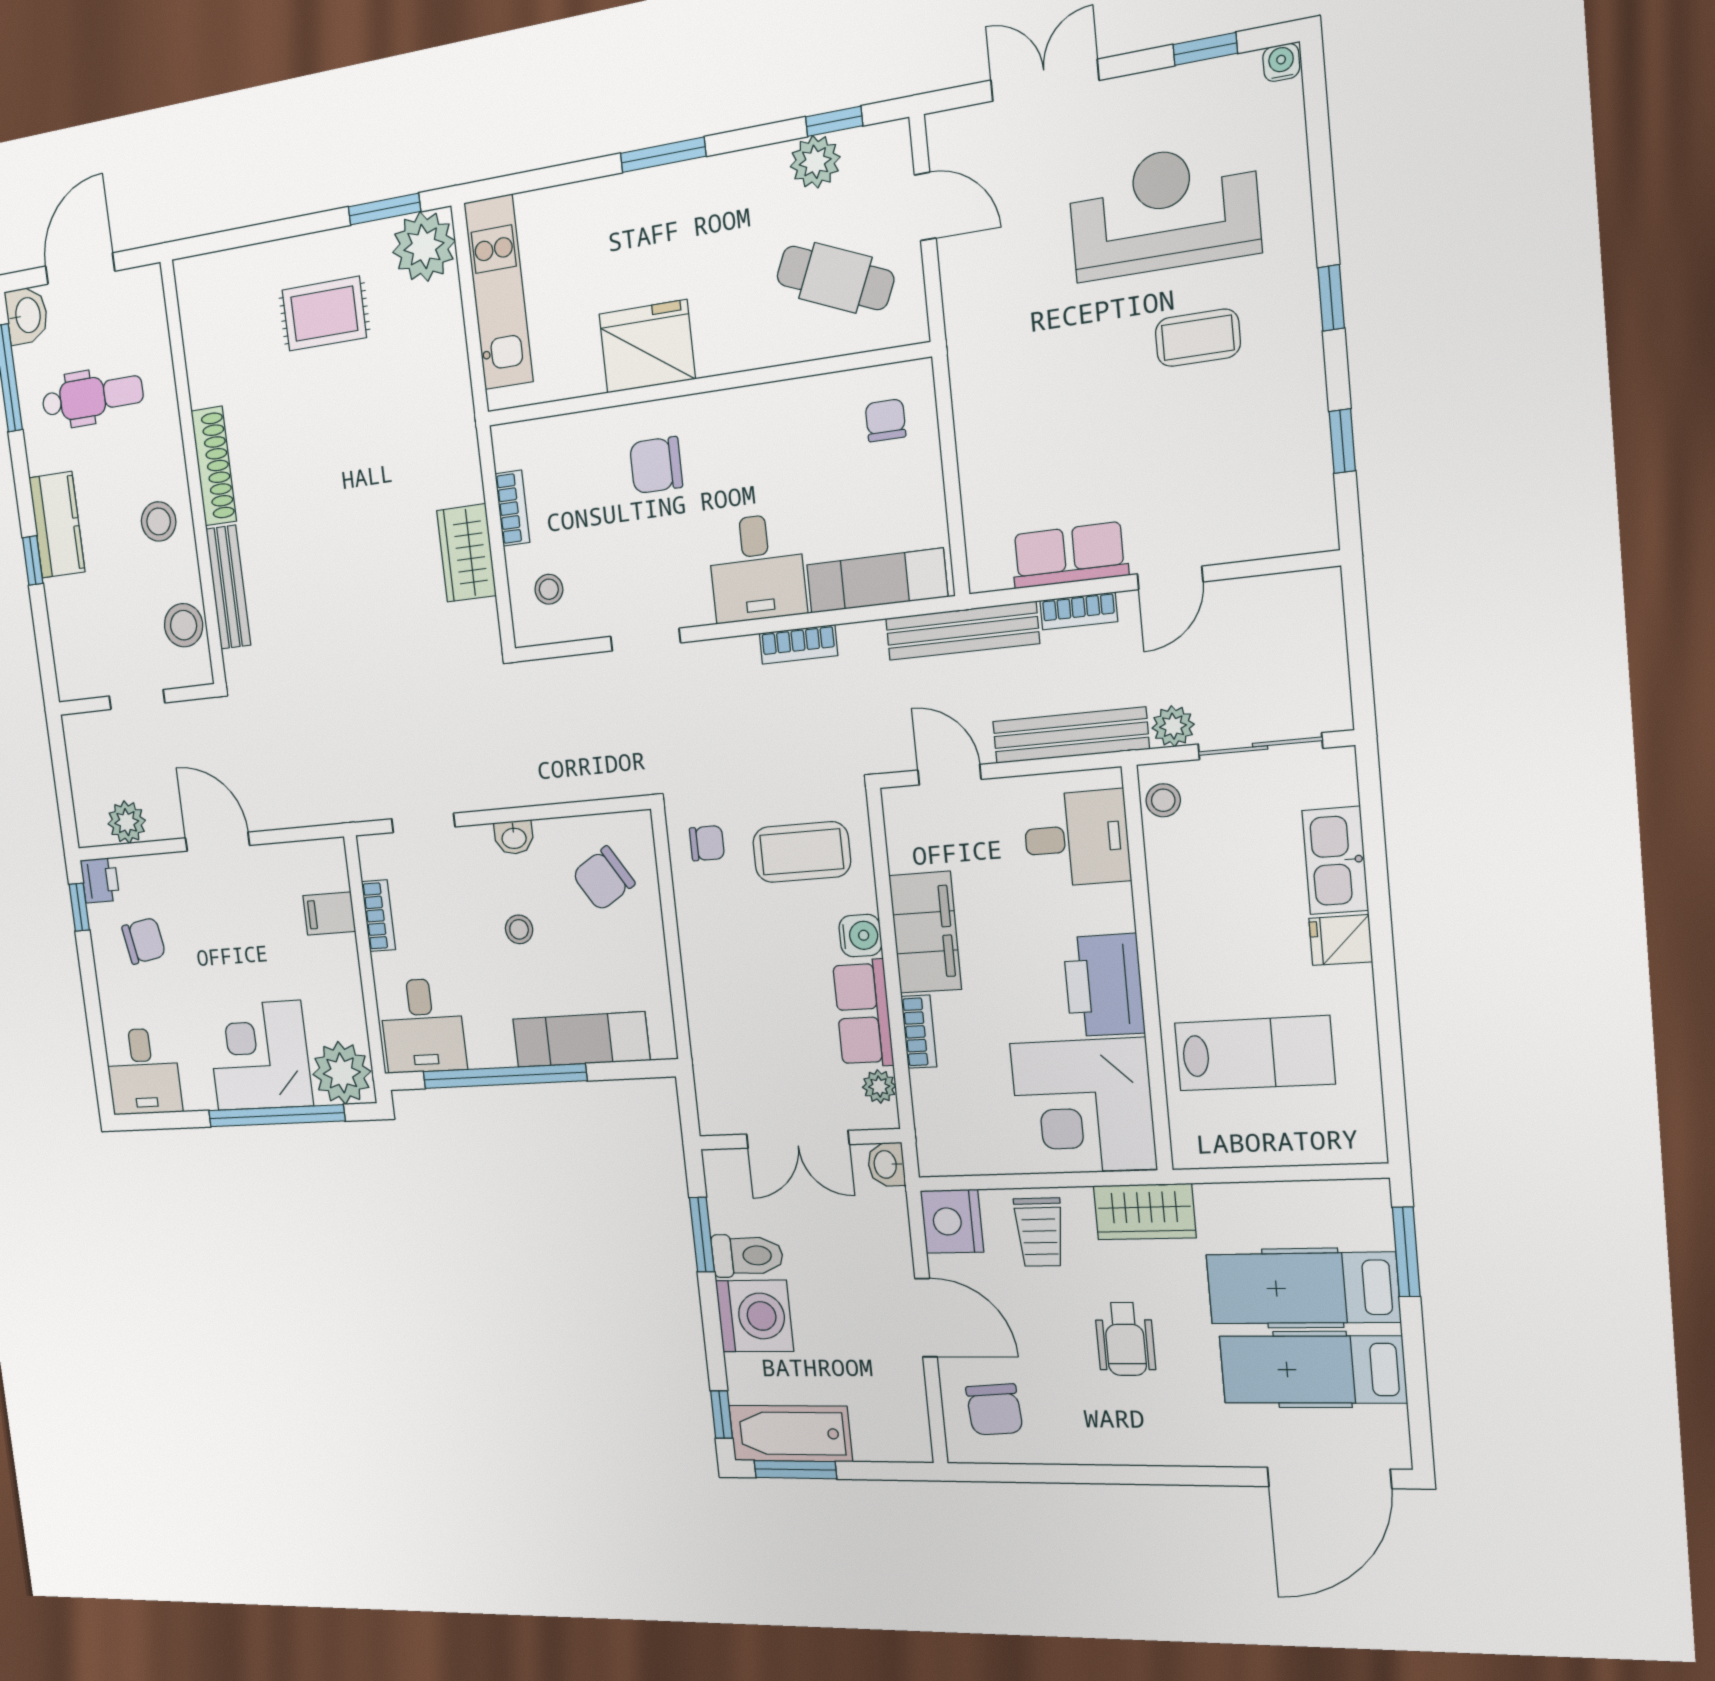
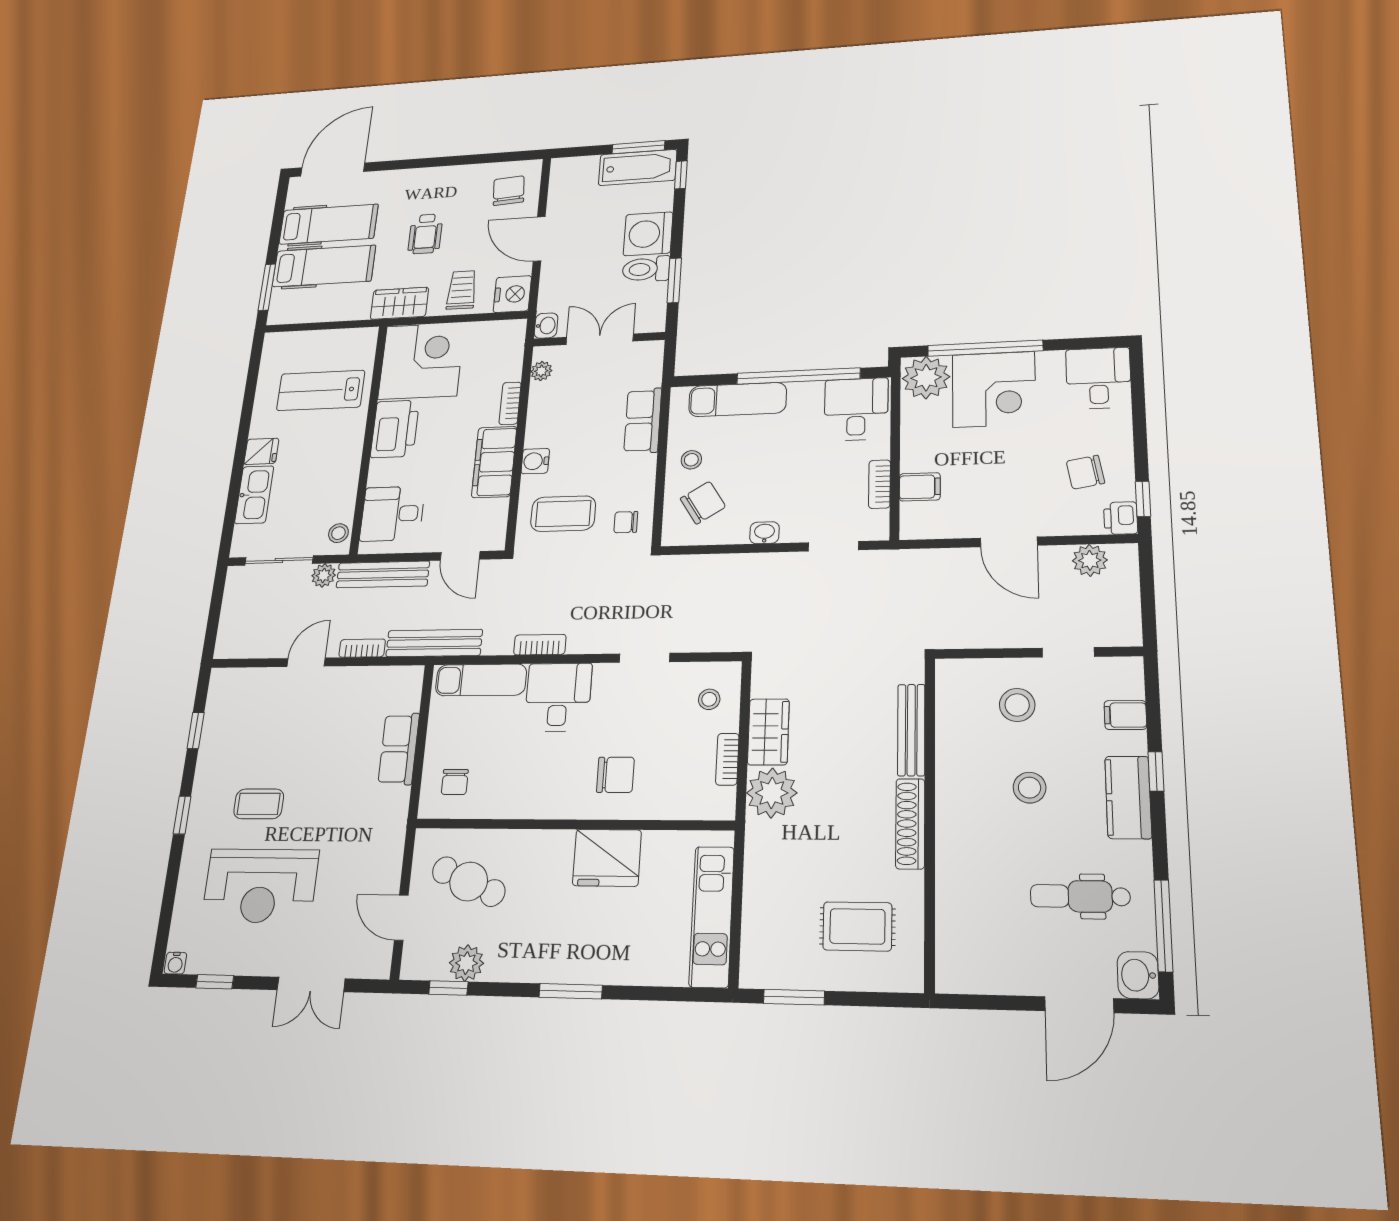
plant: (424, 247) -> (772, 793), moved
shoe rack: (214, 466) -> (910, 824), moved
wall: (193, 474) -> (930, 820), moved
row of seats: (1069, 555) -> (399, 749), moved, turned 90
bench: (228, 587) -> (911, 730), moved
filing cabinet: (70, 626) -> (1125, 715), added
stool: (519, 929) -> (691, 460), moved
row of seats: (863, 1013) -> (643, 421), moved, turned 180
wheelchair: (1125, 1339) -> (425, 234), turned 180

